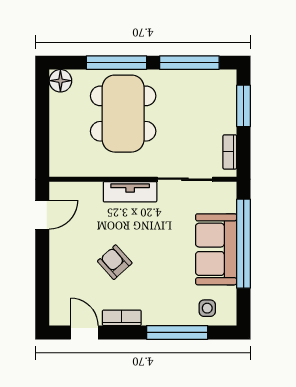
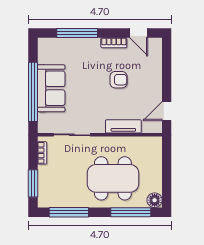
window: (117, 63) -> (131, 212), moved
dining table: (123, 114) -> (113, 178), turned 90
tv unit: (130, 192) -> (123, 126), moved
armchair: (115, 262) -> (119, 80), turned -48
side table: (207, 308) -> (57, 49), removed

